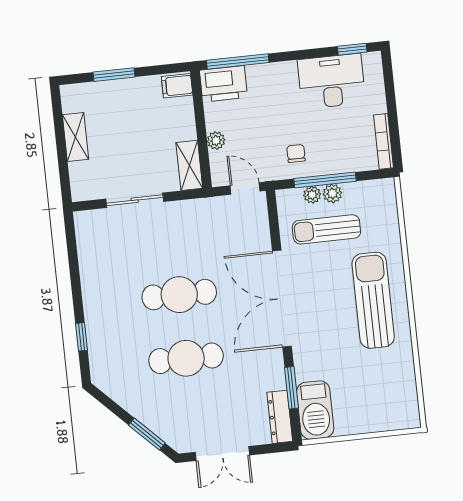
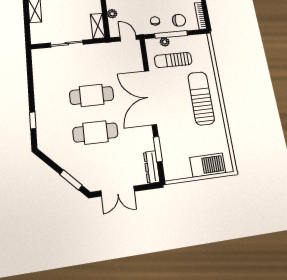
chair: (342, 151) -> (179, 20), added
plant: (332, 193) -> (175, 41), removed
barbecue: (315, 410) -> (208, 165), moved, turned -90

